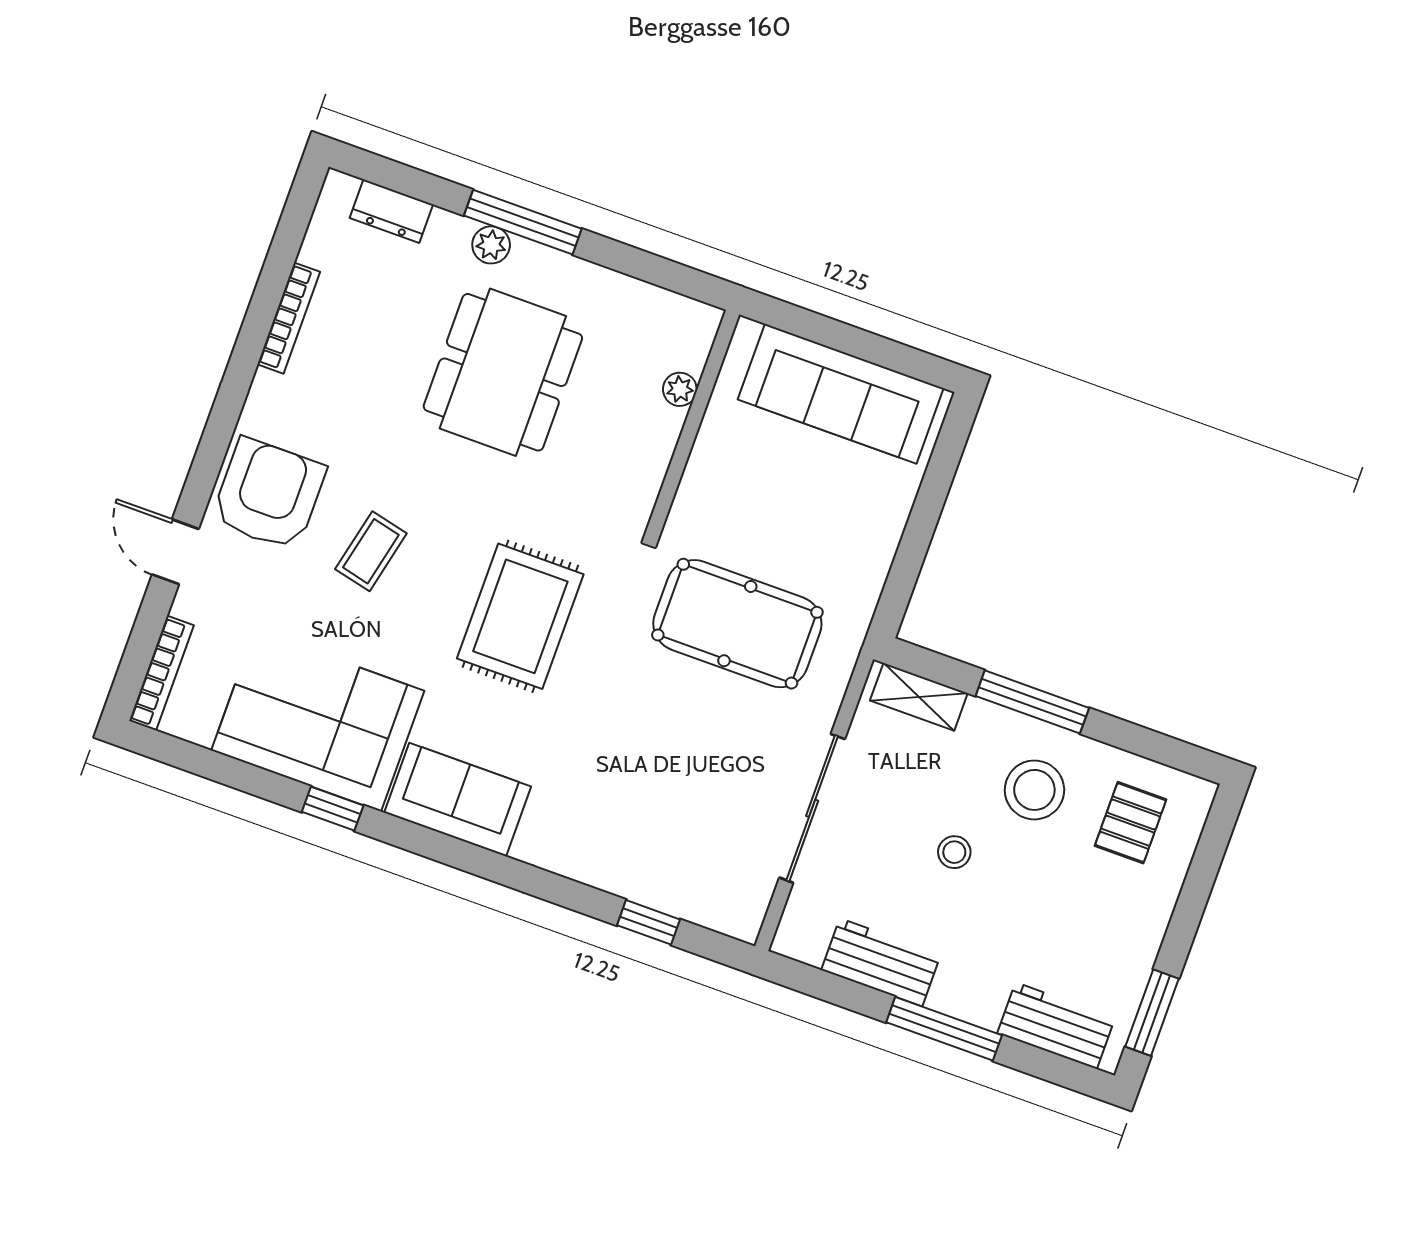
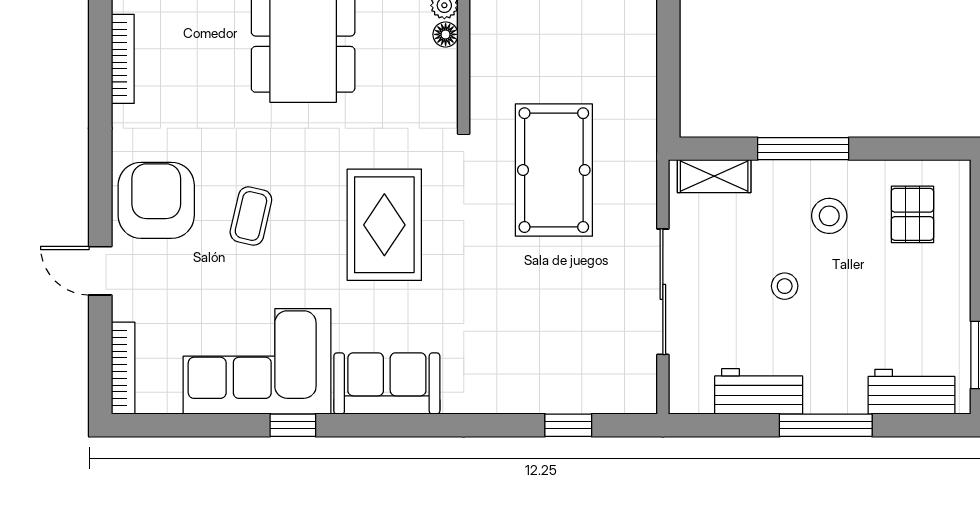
floor lamp: (669, 423) -> (446, 34), added
pool table: (737, 624) -> (554, 170), turned 90
stool: (1034, 790) -> (829, 216), width x0.73, depth x0.73

